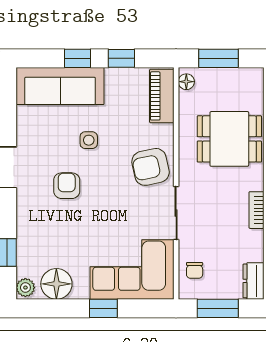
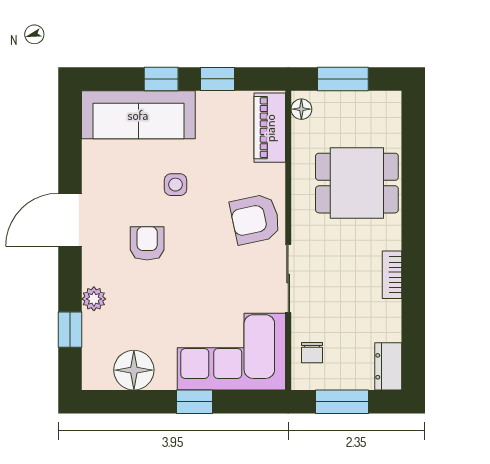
plant: (25, 288) -> (94, 299), moved

